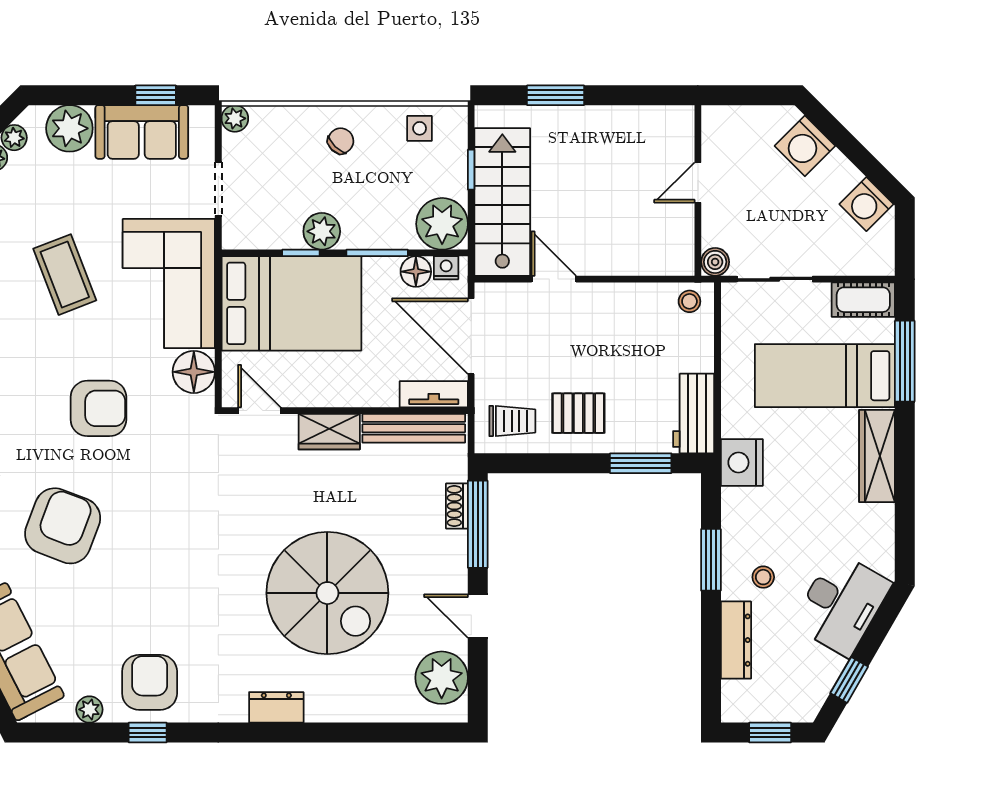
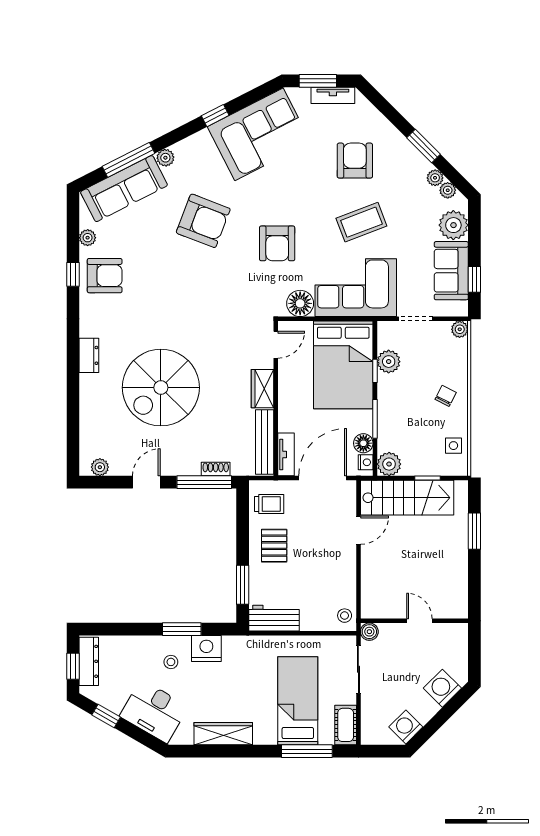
chair: (341, 141) -> (446, 396), turned -107
plant: (442, 224) -> (389, 464), width x0.73, depth x0.73
plant: (322, 231) -> (389, 362), moved
trolley: (512, 421) -> (269, 504), turned -90
wardrobe: (877, 456) -> (223, 734), moved
nightstand: (742, 462) -> (206, 648), moved
dresser: (736, 640) -> (89, 661), moved, turned -90
plant: (442, 678) -> (100, 467), width x0.53, depth x0.53

